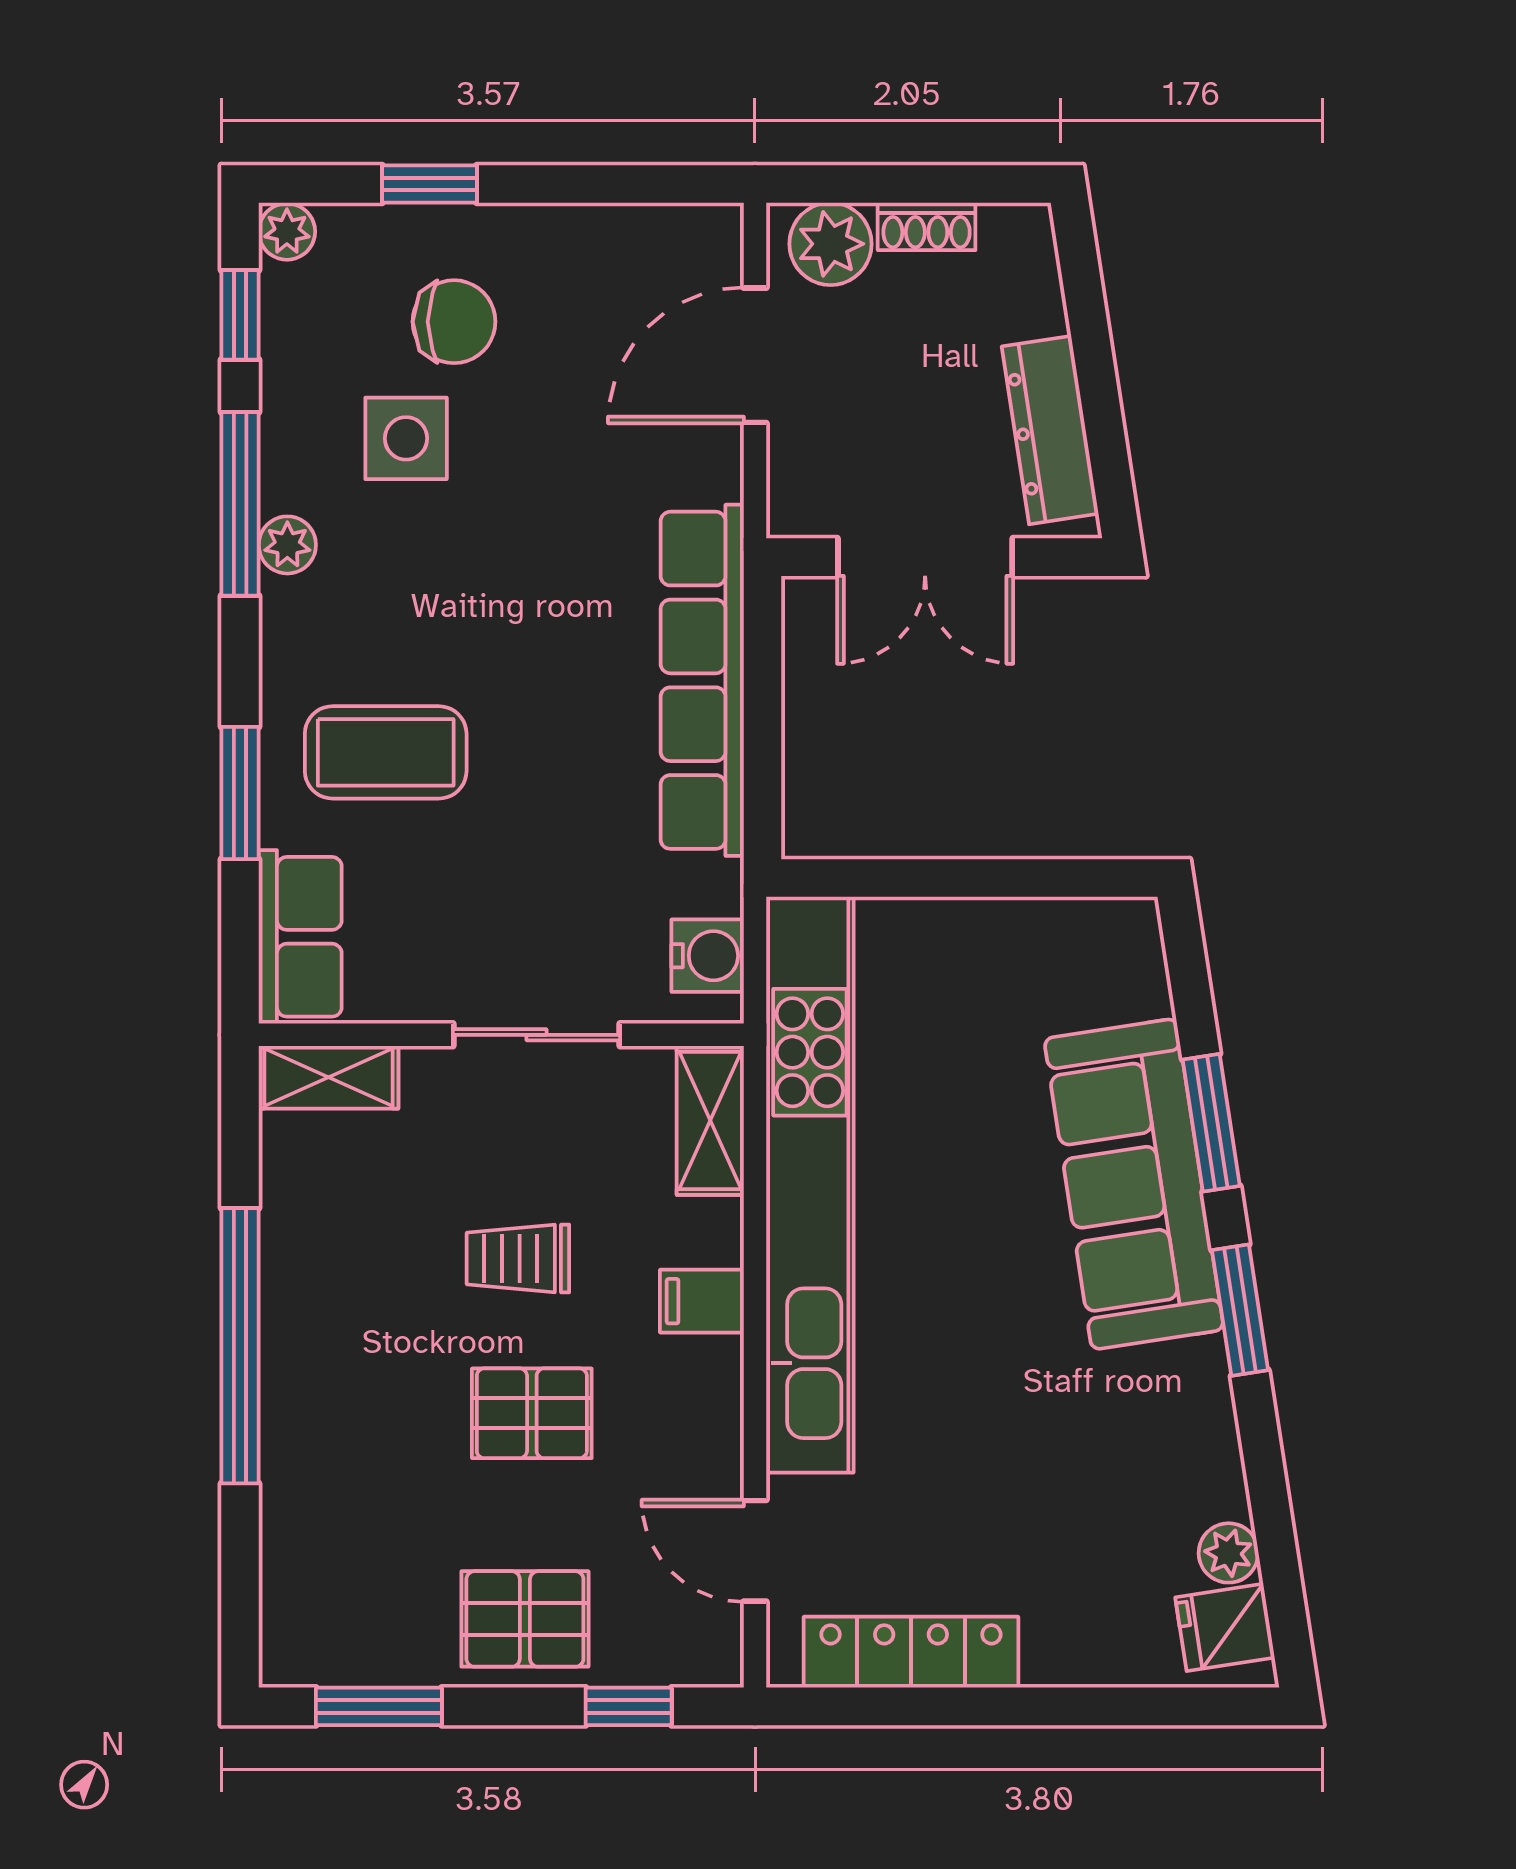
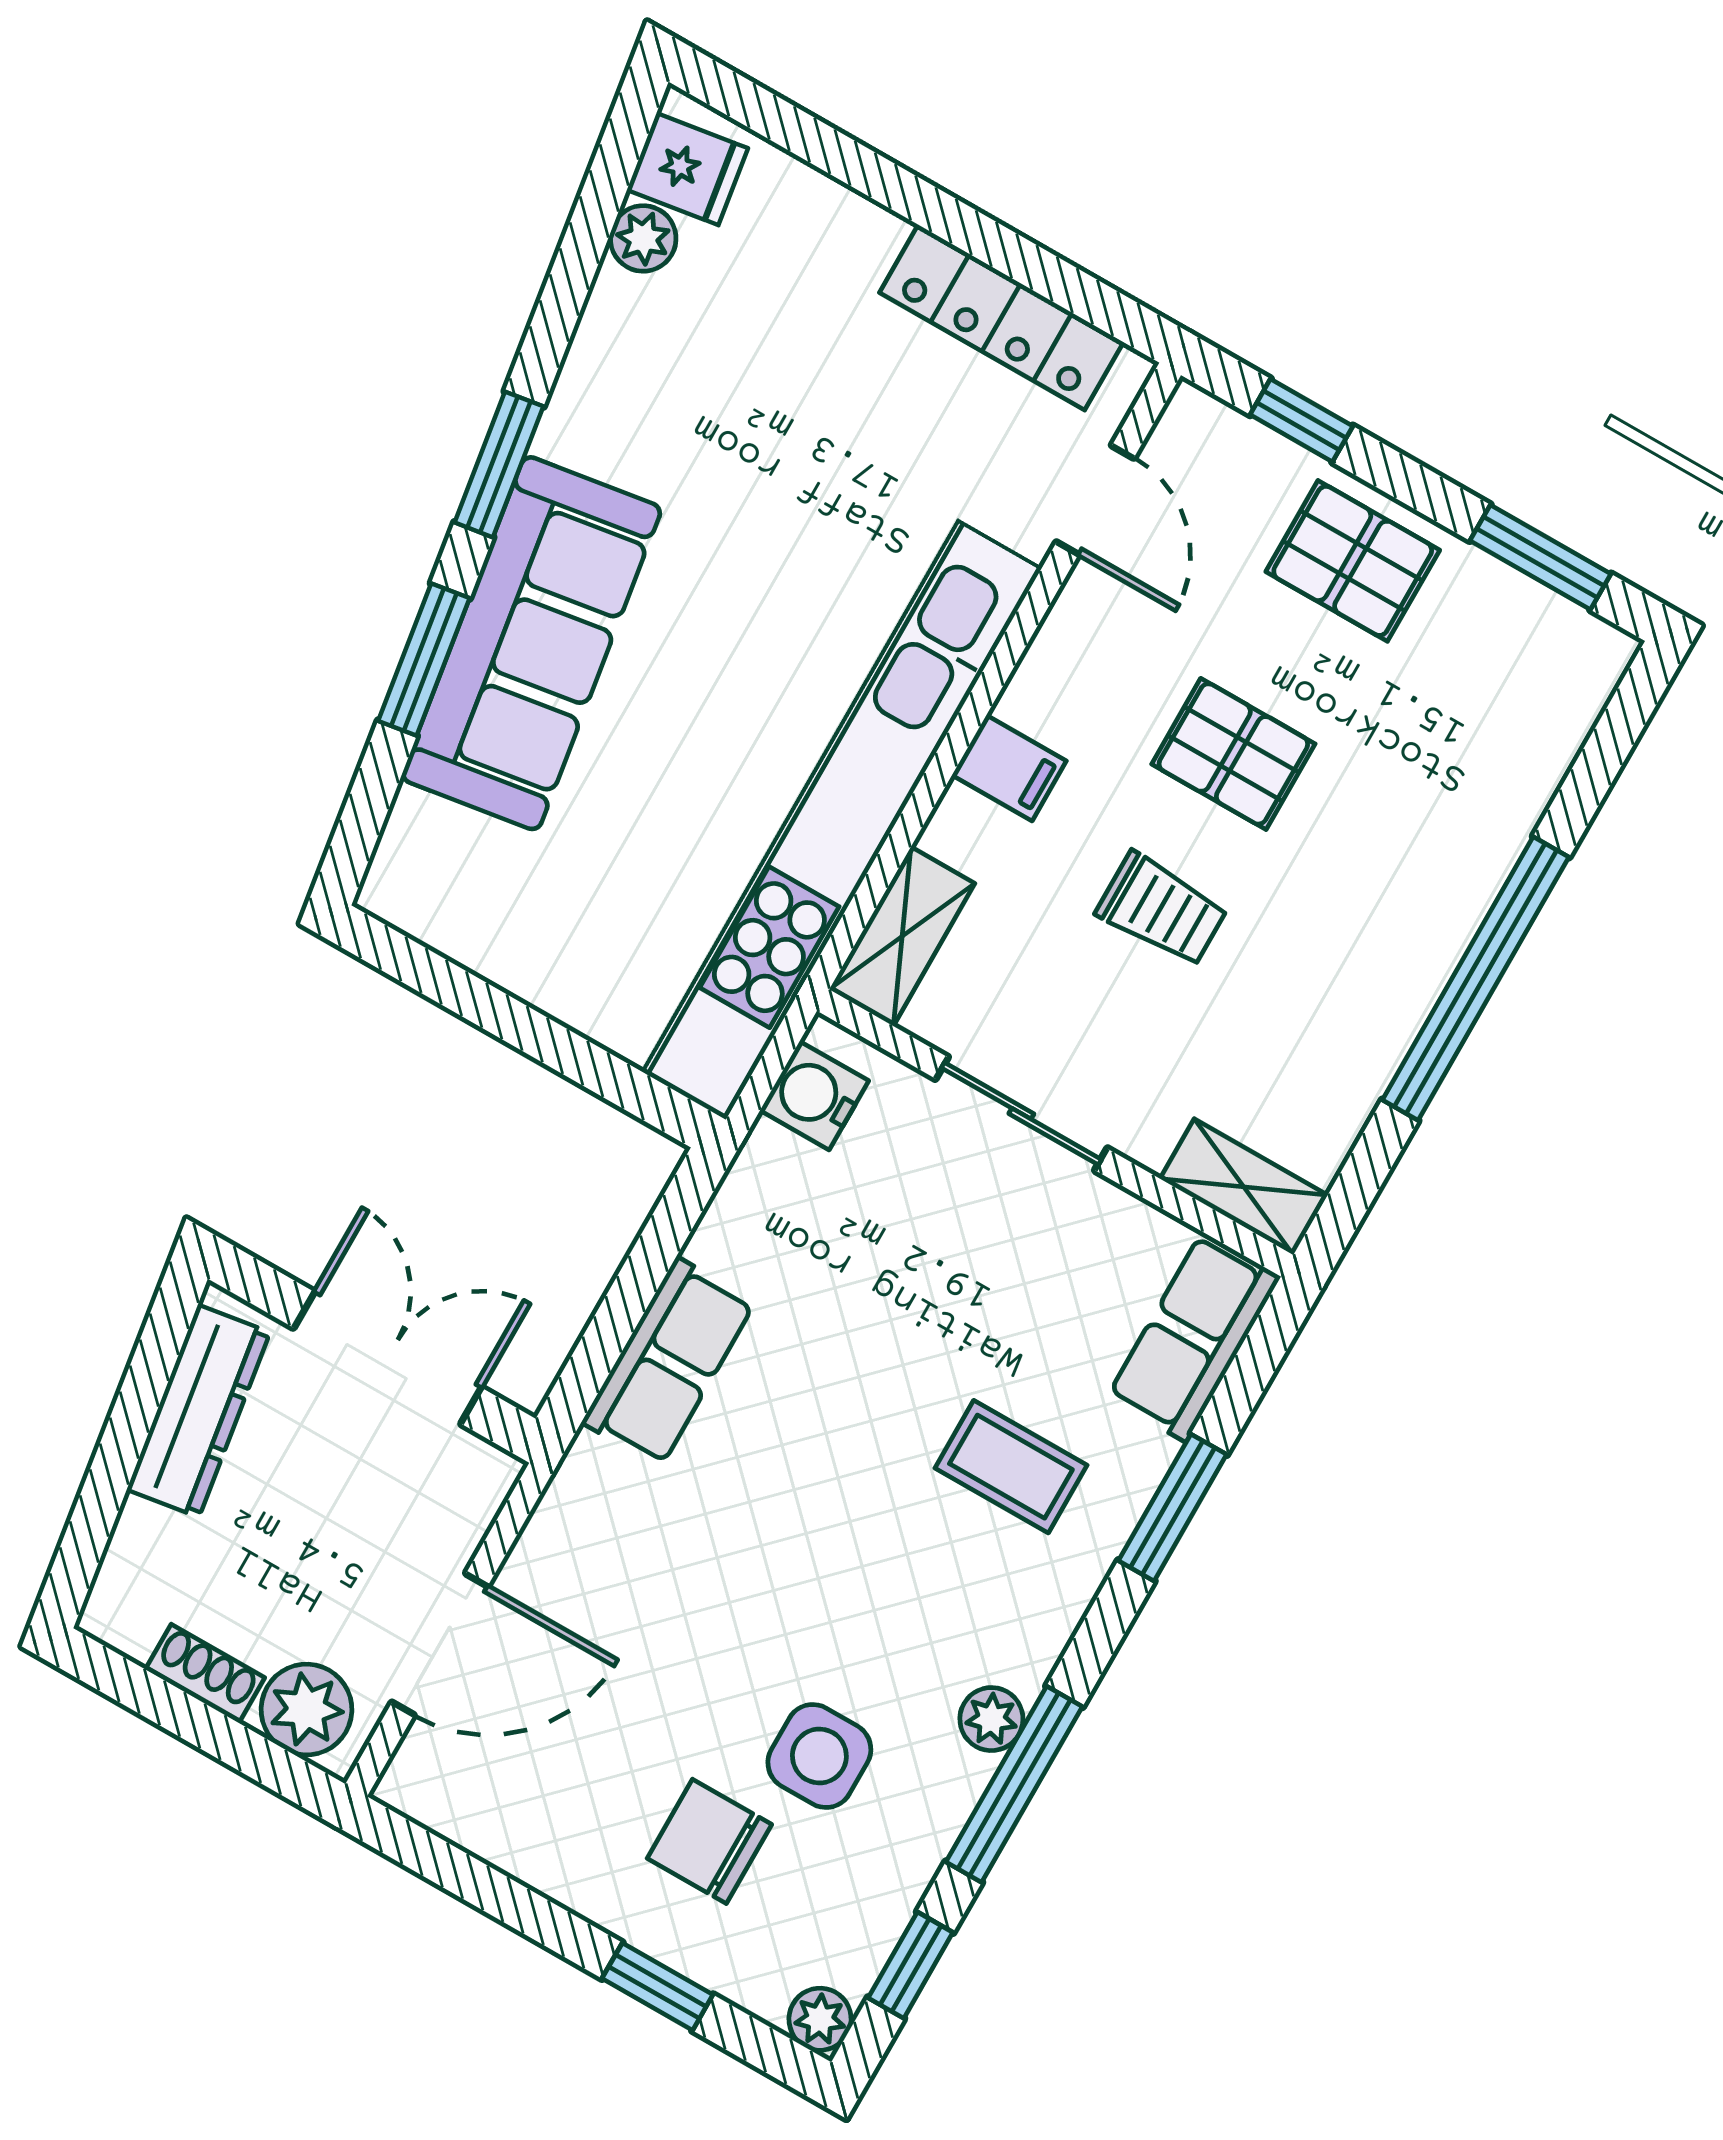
row of seats: (702, 680) -> (669, 1362), width x0.50
coffee table: (386, 752) -> (1011, 1467), width x0.73, depth x0.77

